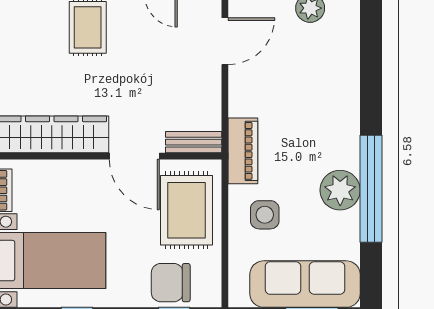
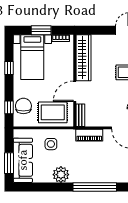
piano: (243, 151) -> (89, 135), moved
window: (371, 189) -> (95, 187), moved

